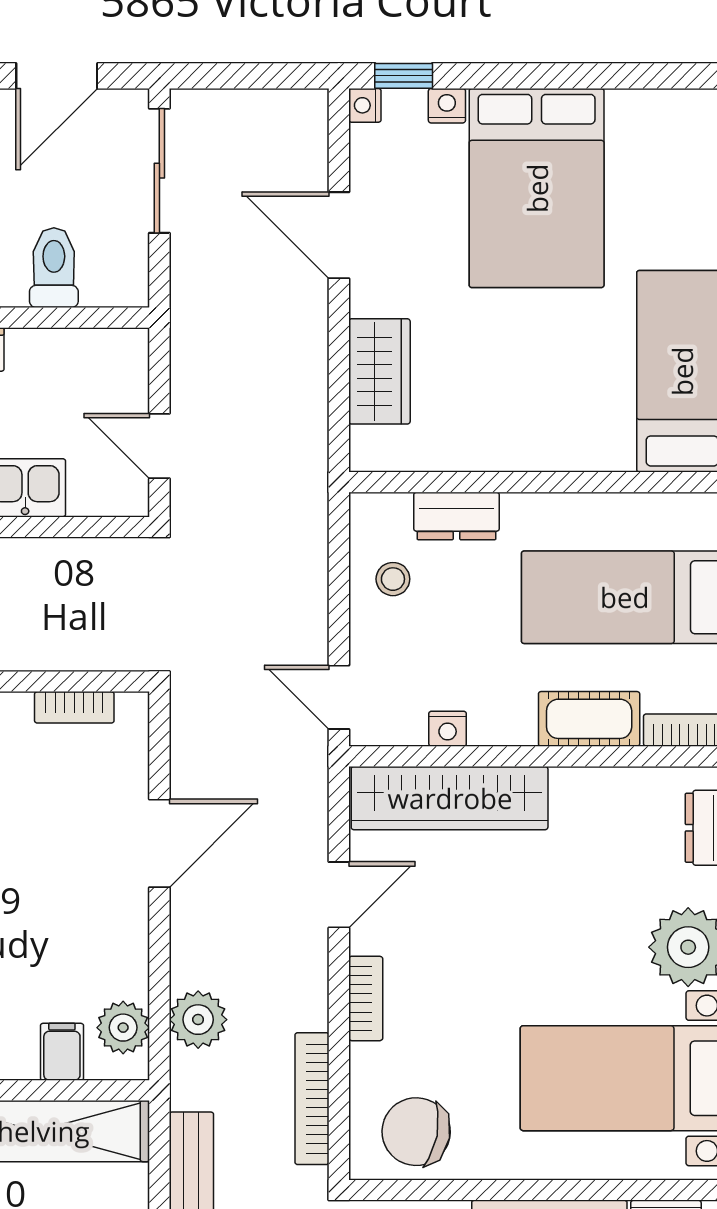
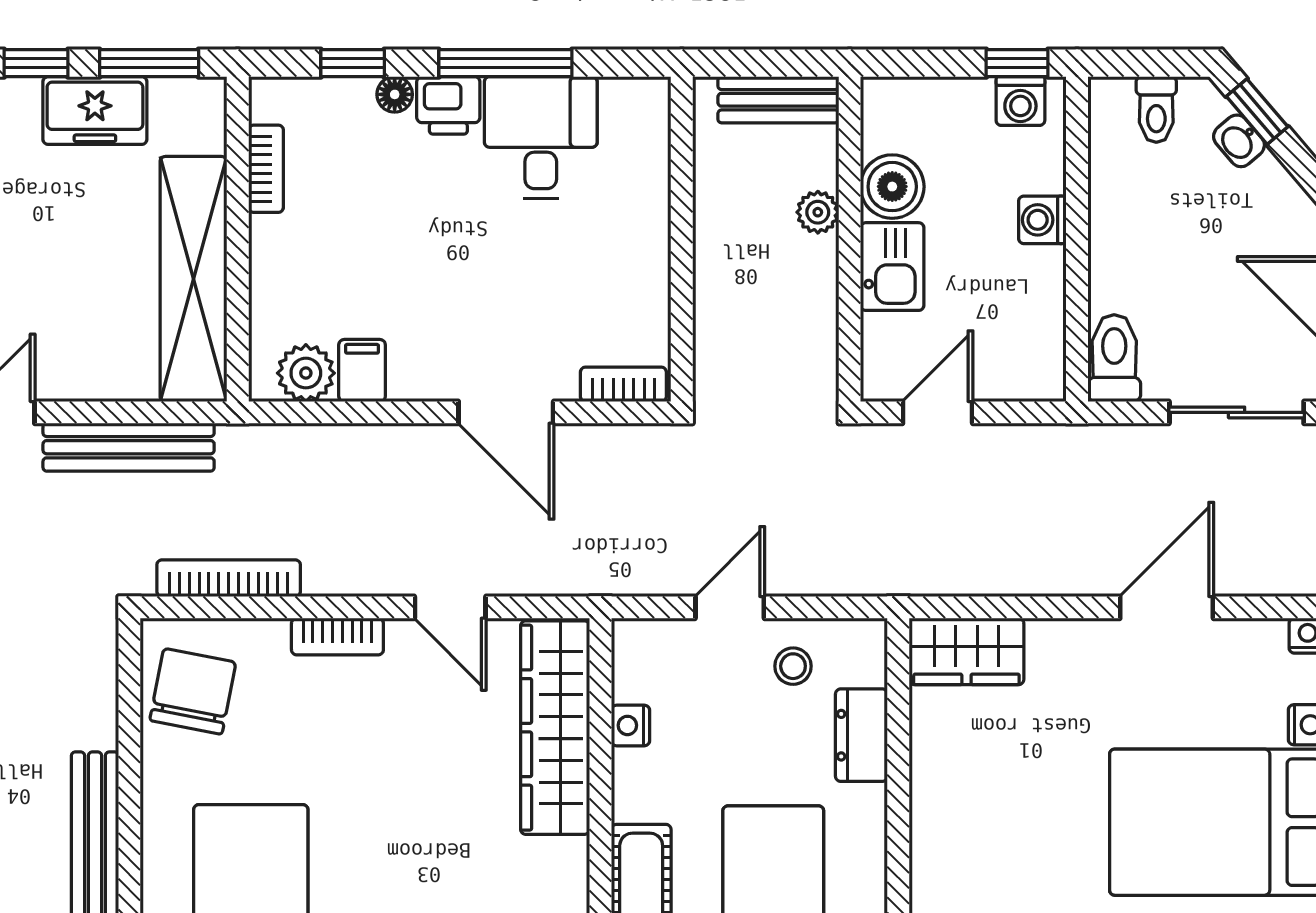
toilet: (54, 268) -> (1114, 358), moved, turned -90
wardrobe: (379, 371) -> (966, 651), moved
door: (339, 697) -> (730, 607), moved
bookcase: (74, 707) -> (623, 384), moved, turned 90
plant: (198, 1020) -> (315, 454), removed
filing cabinet: (62, 1052) -> (362, 371), moved, turned -90

